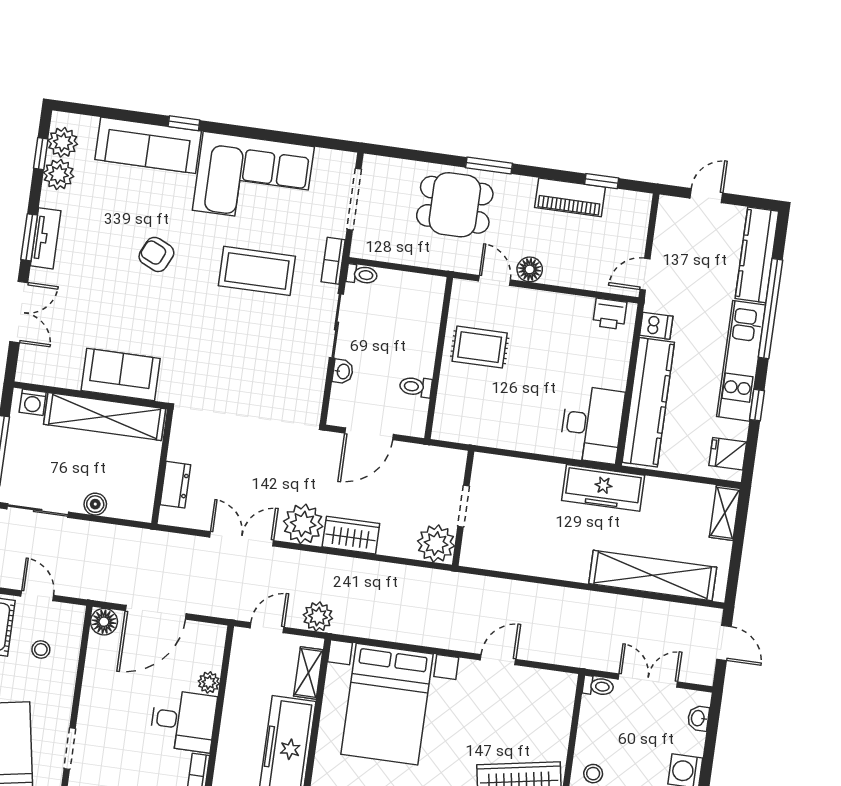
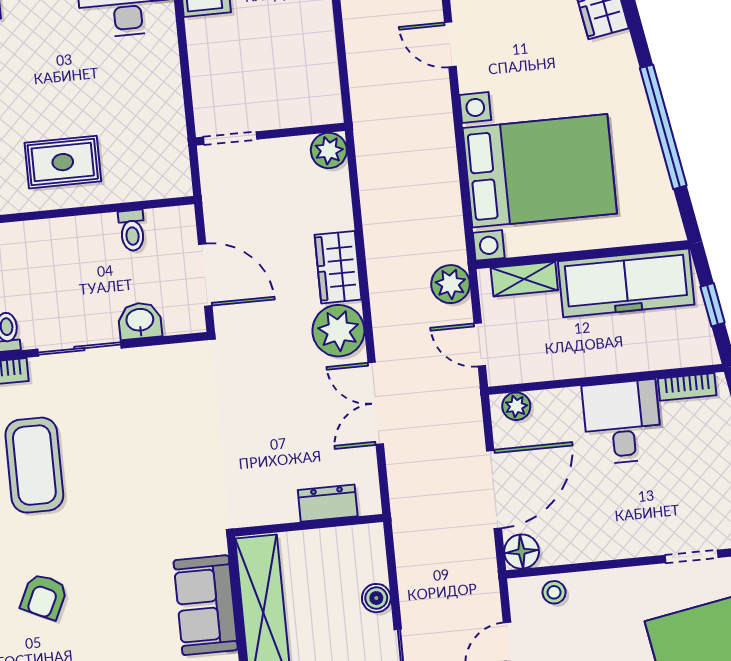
rug: (480, 347) -> (63, 162), turned 90
washbasin: (343, 371) -> (140, 321), width x1.38, depth x1.45
doorway: (463, 506) -> (230, 138), moved
plant: (436, 544) -> (329, 150), width x0.73, depth x0.73
door: (156, 612) -> (494, 489), hinge flipped
stool: (41, 649) -> (554, 592), moved
plant: (209, 682) -> (516, 406), moved

